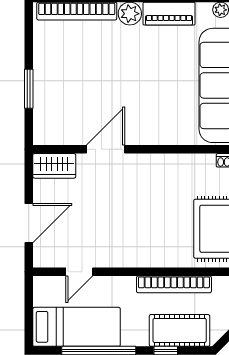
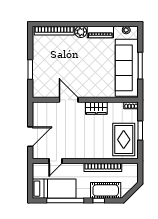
door: (105, 149) -> (69, 100), hinge flipped
wardrobe: (54, 166) -> (96, 108), moved

